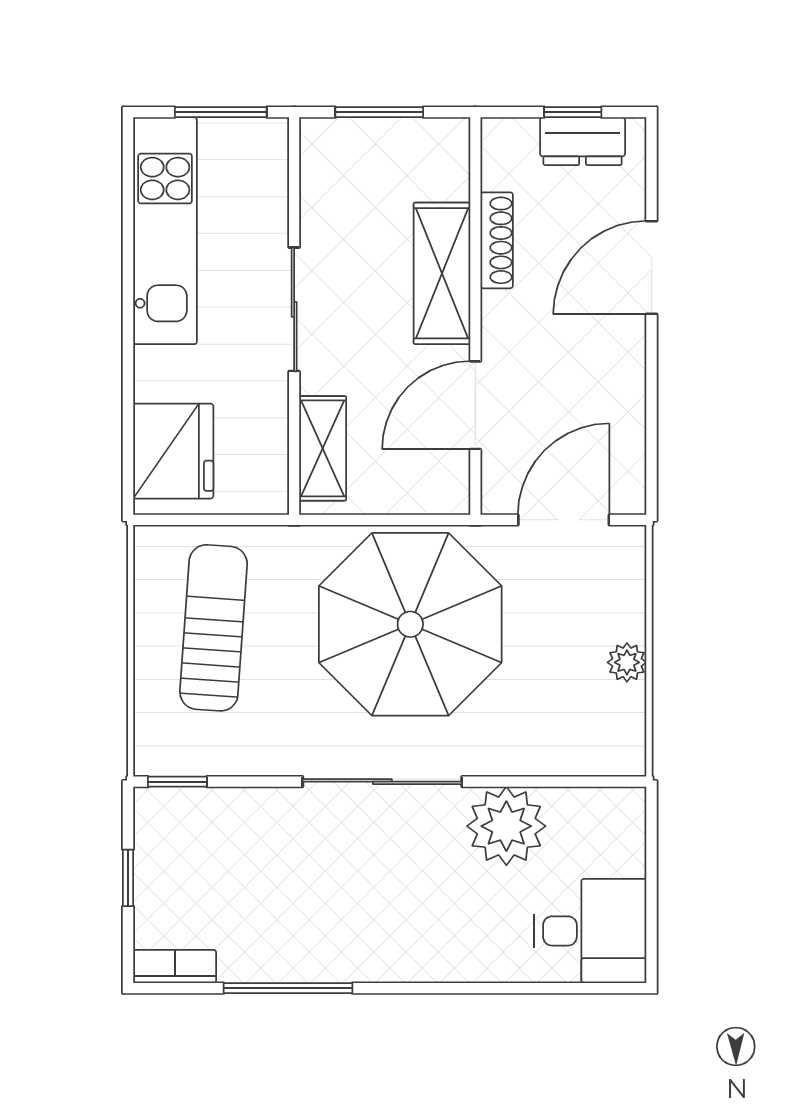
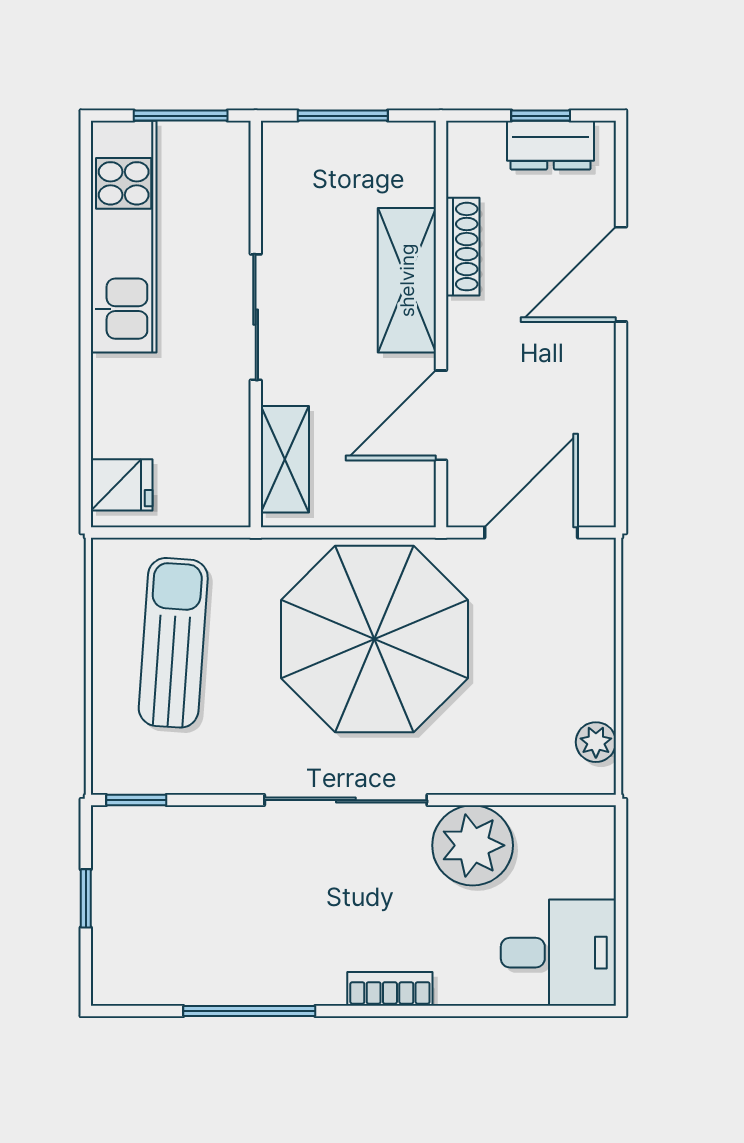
fridge: (173, 451) -> (122, 485), width x0.53, depth x0.75
plant: (627, 662) -> (596, 742), moved
bookcase: (175, 966) -> (390, 989), moved

